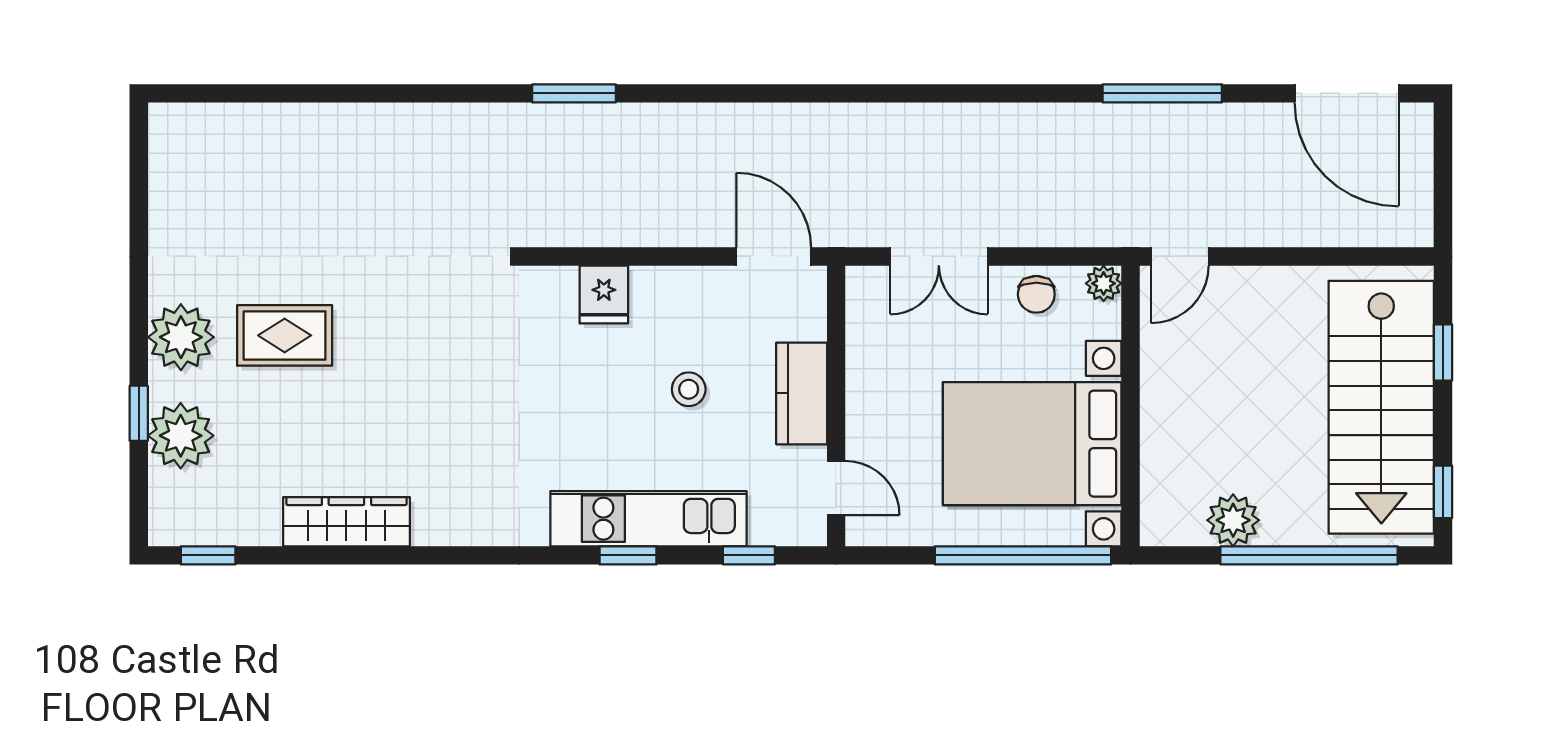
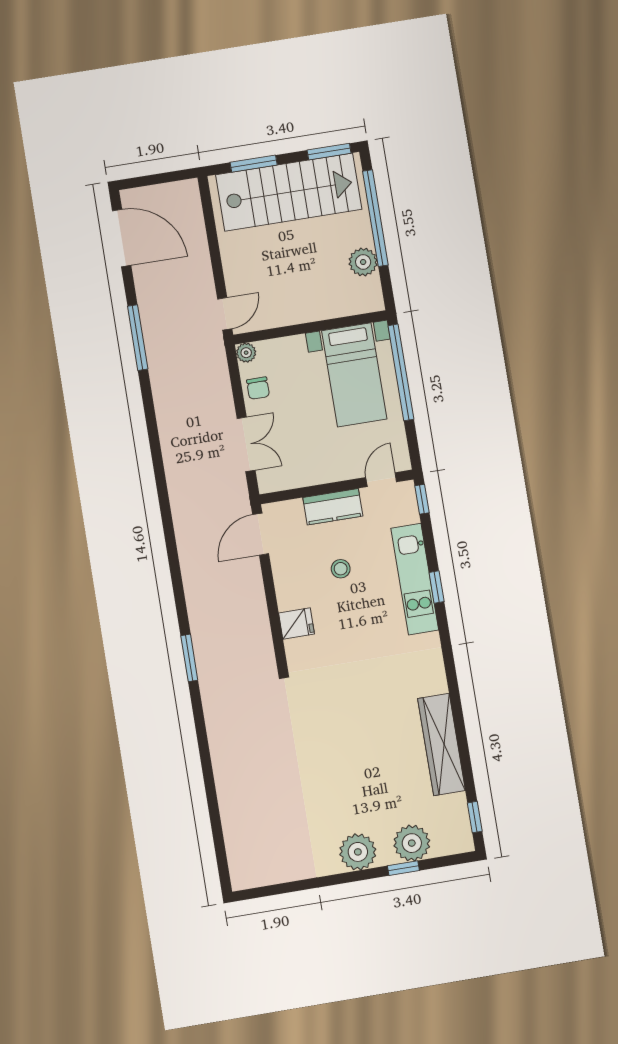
door: (1347, 93) -> (122, 238), hinge flipped
door: (1180, 256) -> (225, 314), hinge flipped
chair: (1036, 294) -> (258, 388), turned 90
rug: (285, 335) -> (348, 795), removed
window: (1443, 352) -> (254, 164), width x1.50
bed with nightstands: (1032, 444) -> (354, 375), width x0.73
window: (1443, 492) -> (329, 152), width x1.50
wardrobe: (346, 522) -> (441, 744), width x1.40, depth x1.17
window: (749, 555) -> (422, 499), moved

